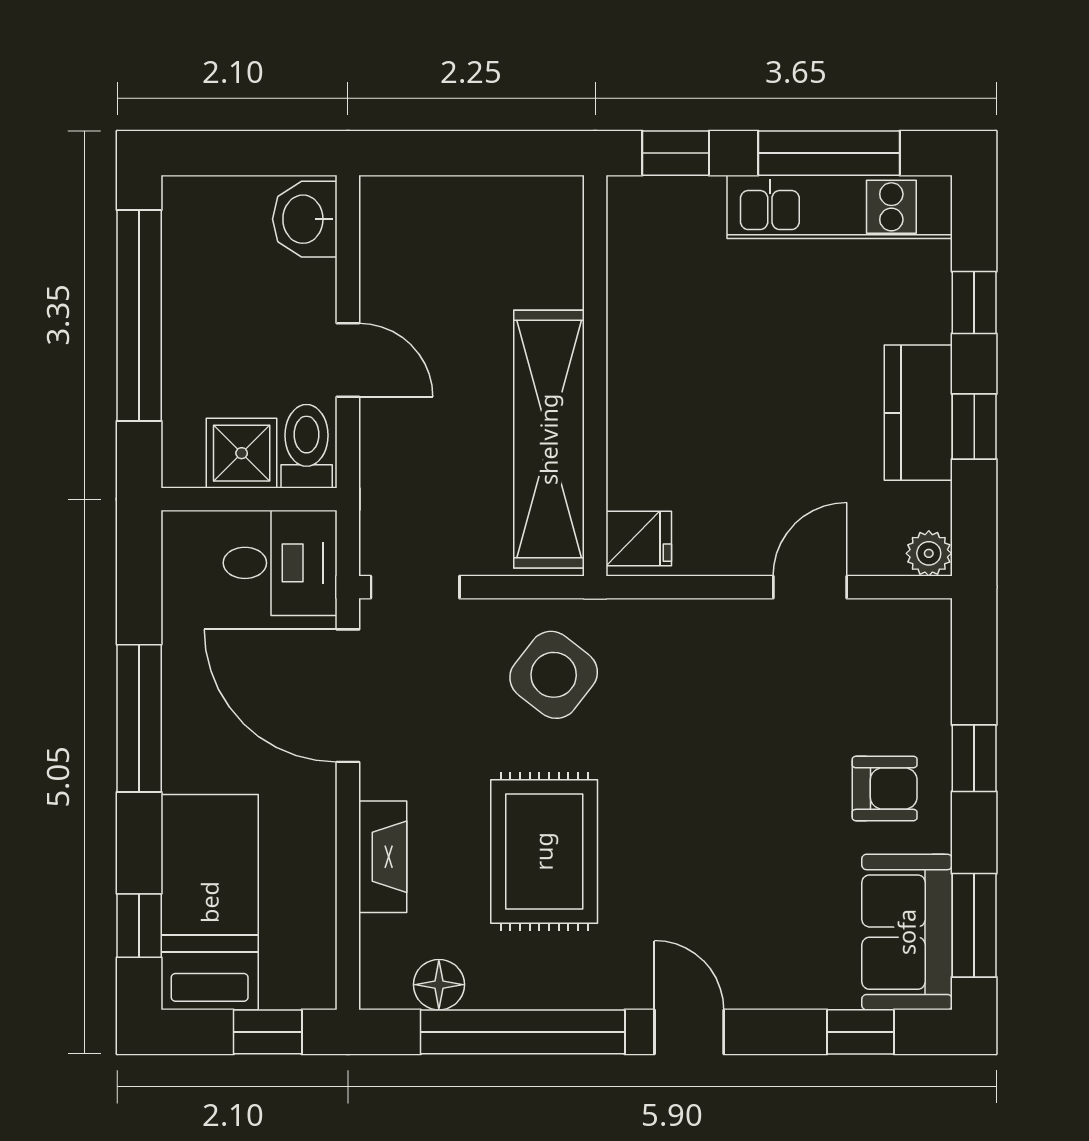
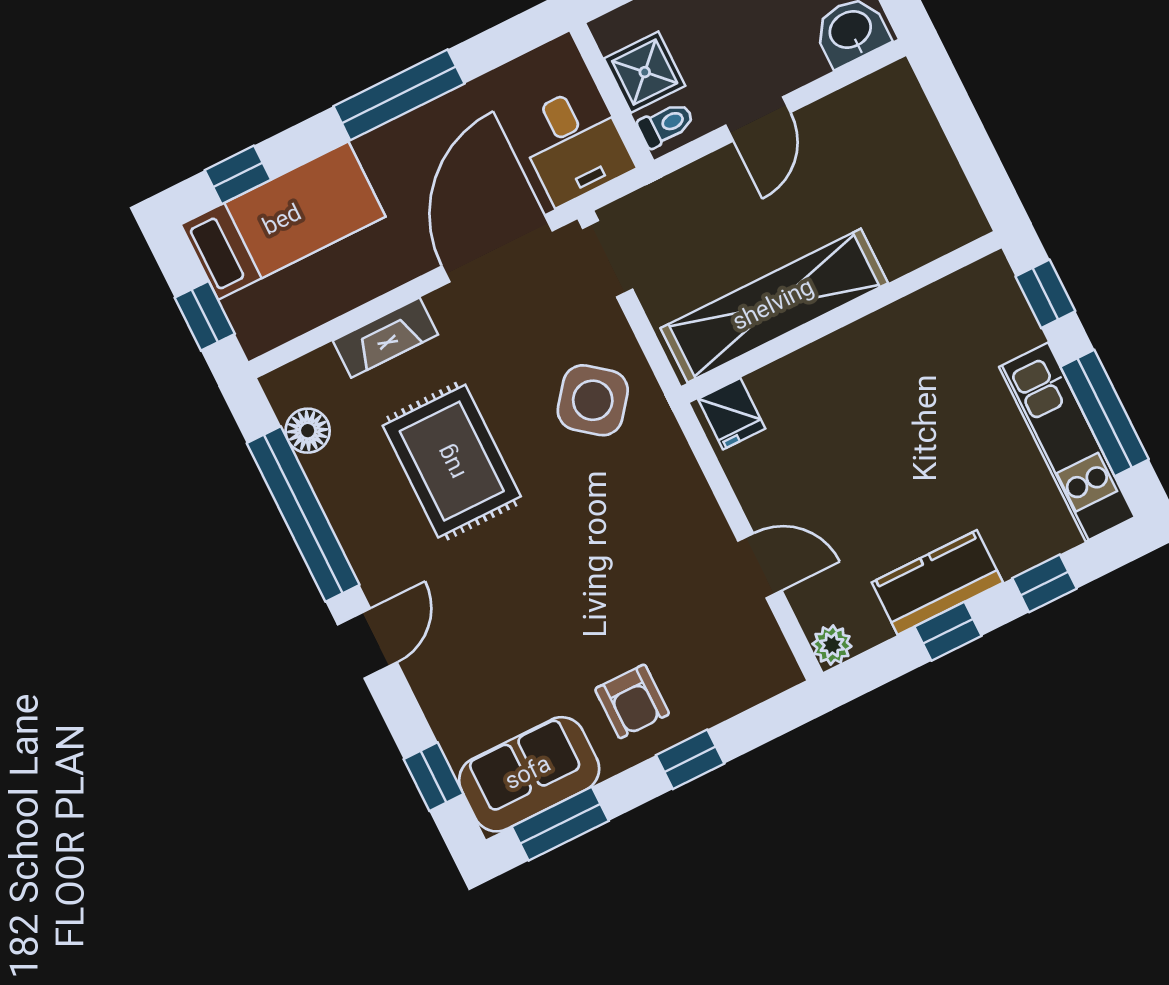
toilet: (307, 446) -> (666, 124), width x0.73, depth x0.72
rug: (544, 851) -> (452, 461), turned 90

